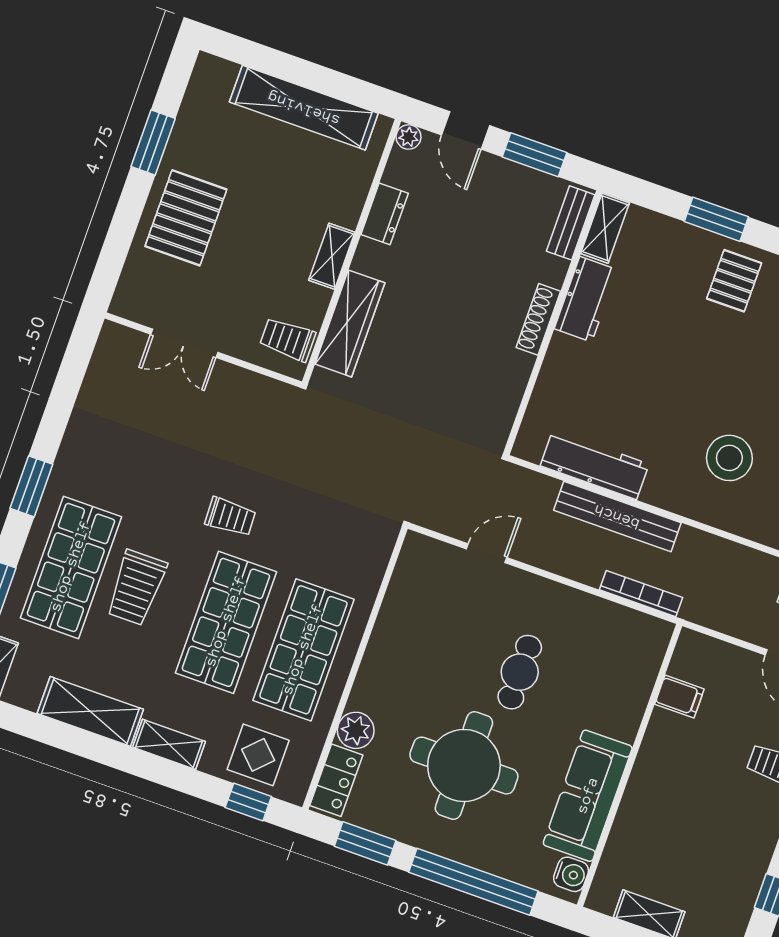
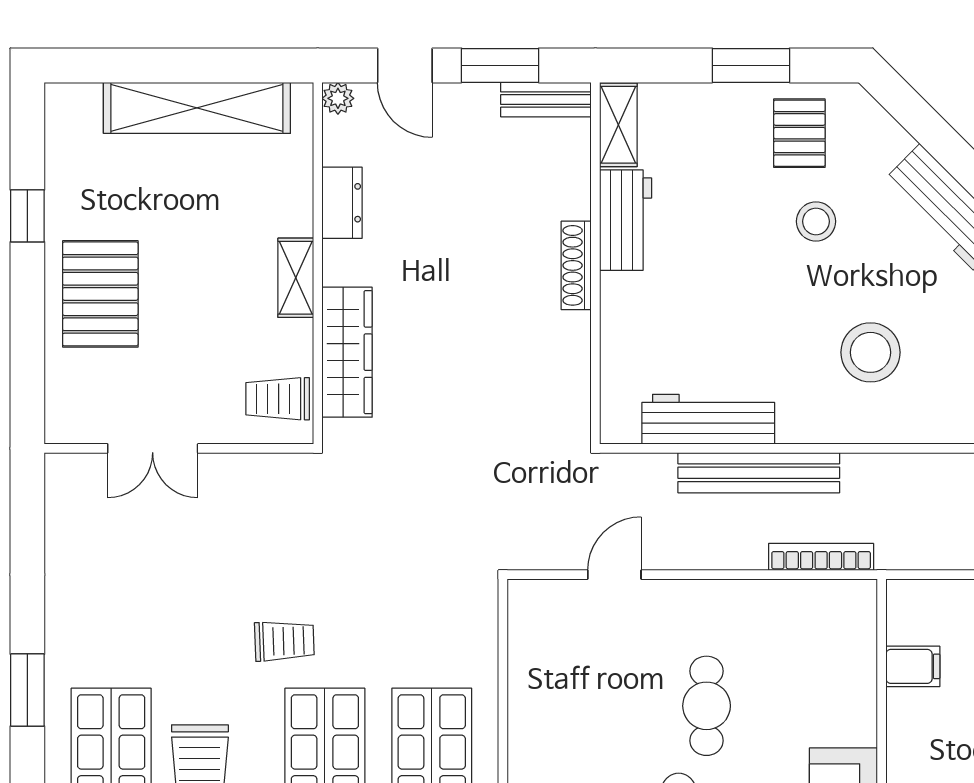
window: (153, 143) -> (27, 216), width x0.67
bench: (571, 223) -> (546, 100), moved, turned 90
stool: (723, 349) -> (816, 221), added

